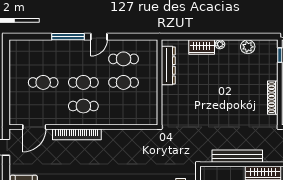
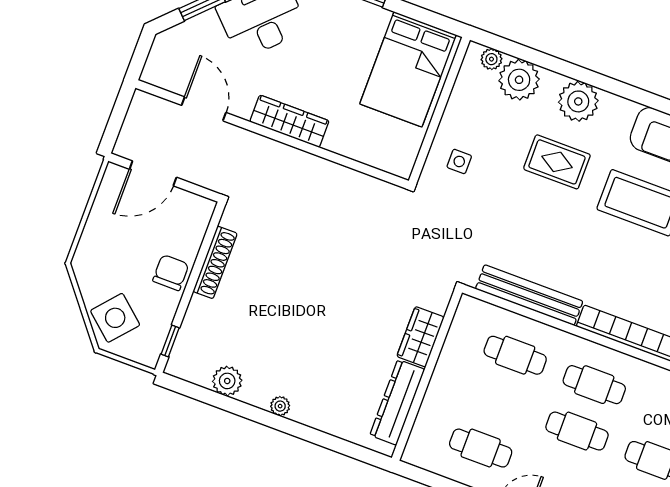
wardrobe: (202, 47) -> (420, 337), moved, turned -90
cafe table: (124, 82) -> (515, 355), moved
bench: (237, 156) -> (529, 295), moved

